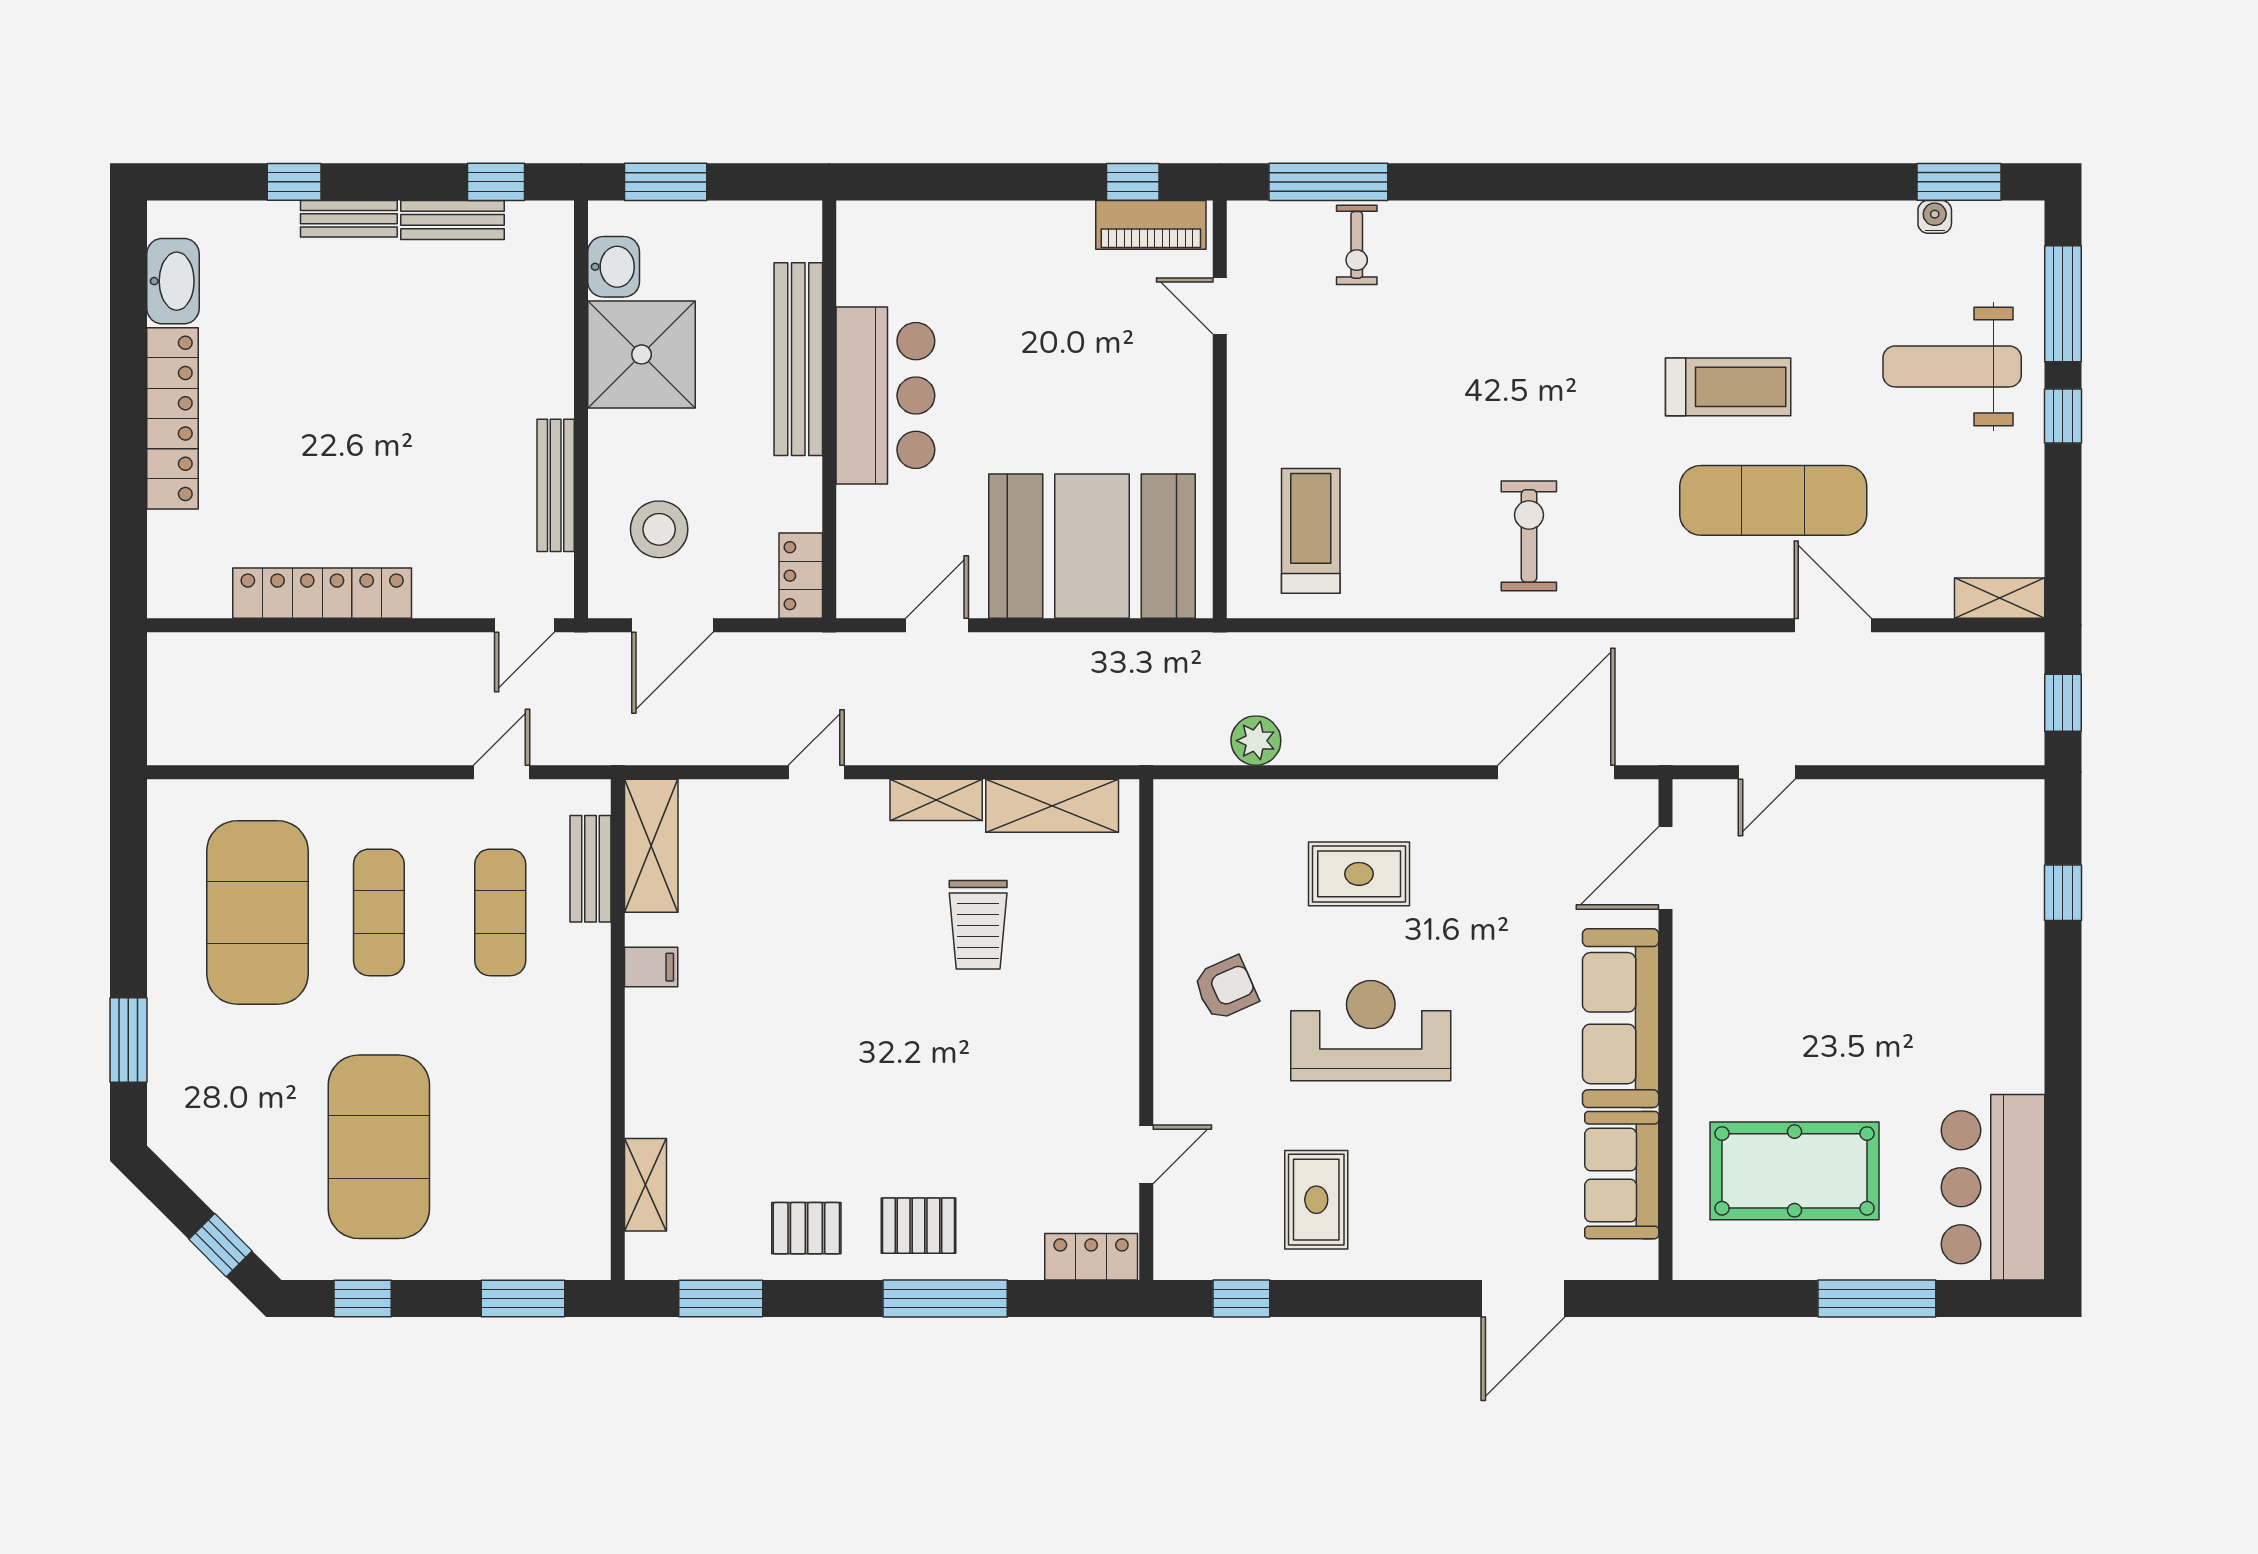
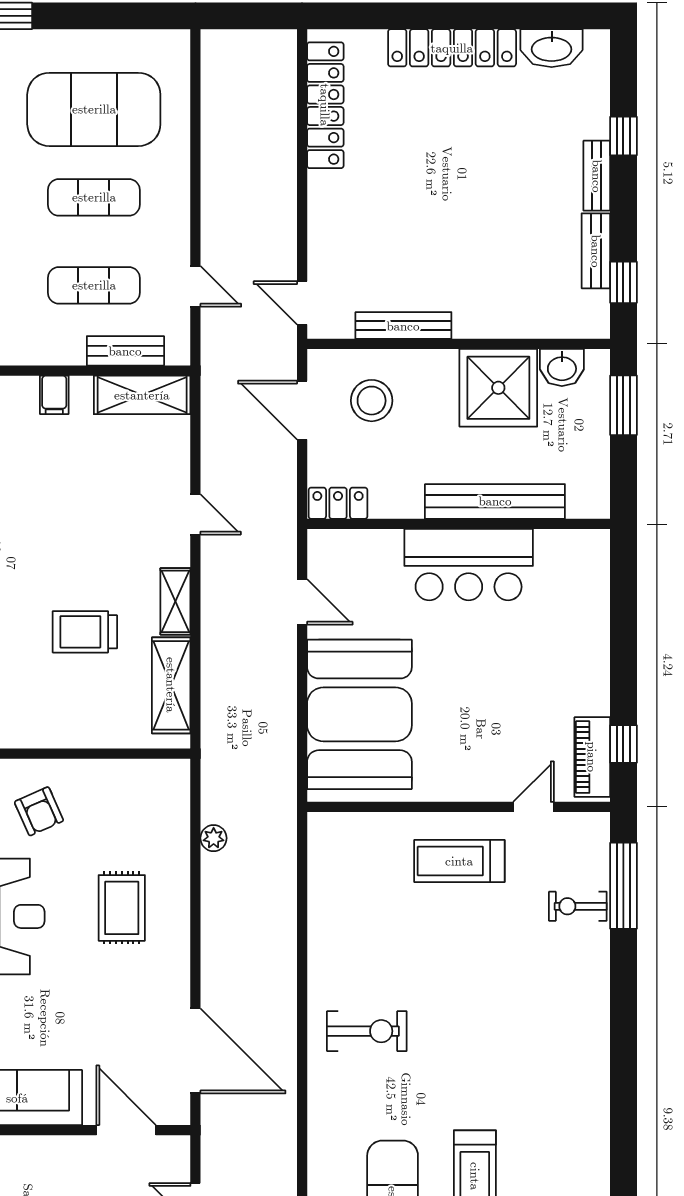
treadmill: (1311, 531) -> (459, 861), moved, turned 180
locker: (322, 593) -> (325, 105), moved
plant: (1256, 741) -> (214, 838), width x0.73, depth x0.73

